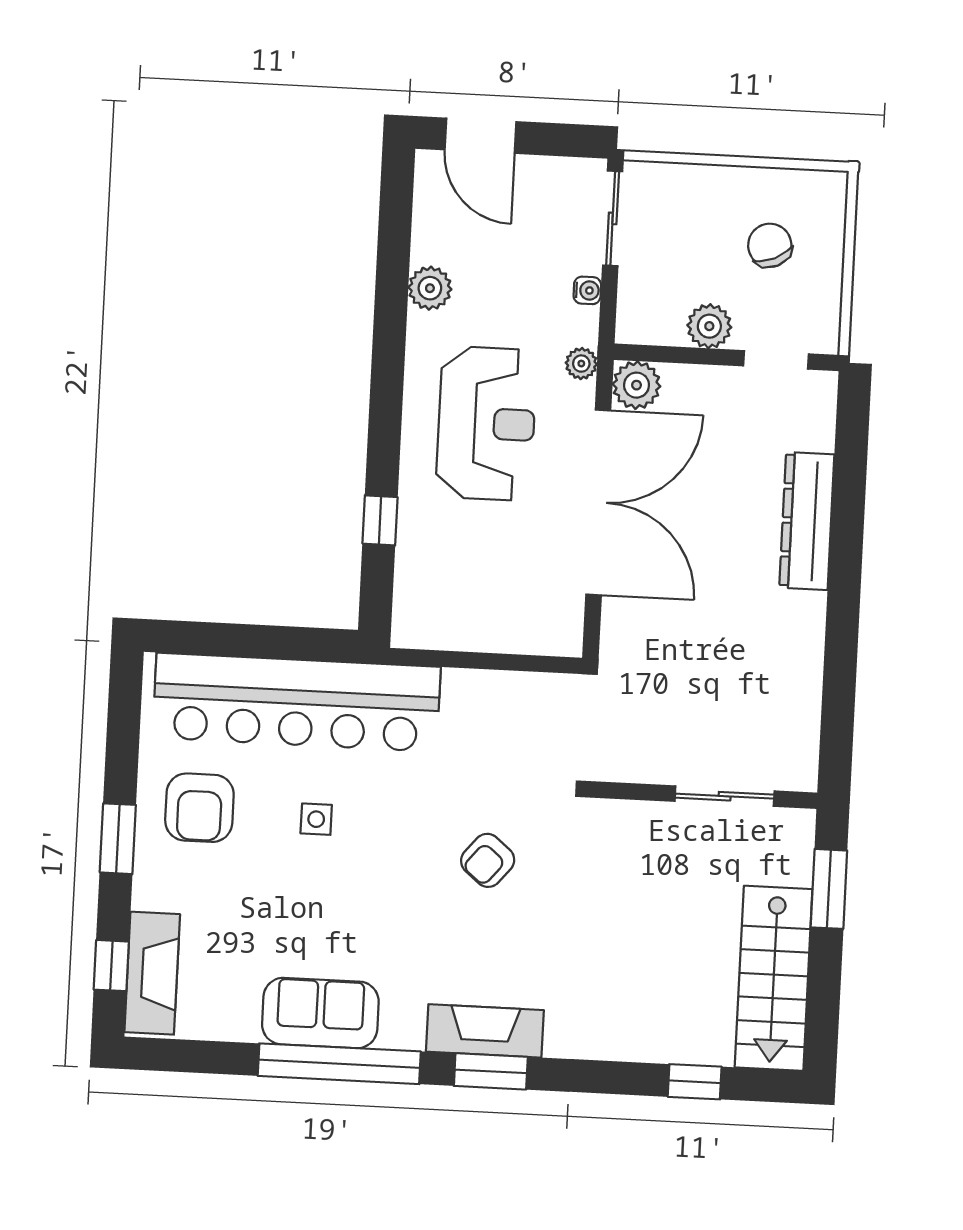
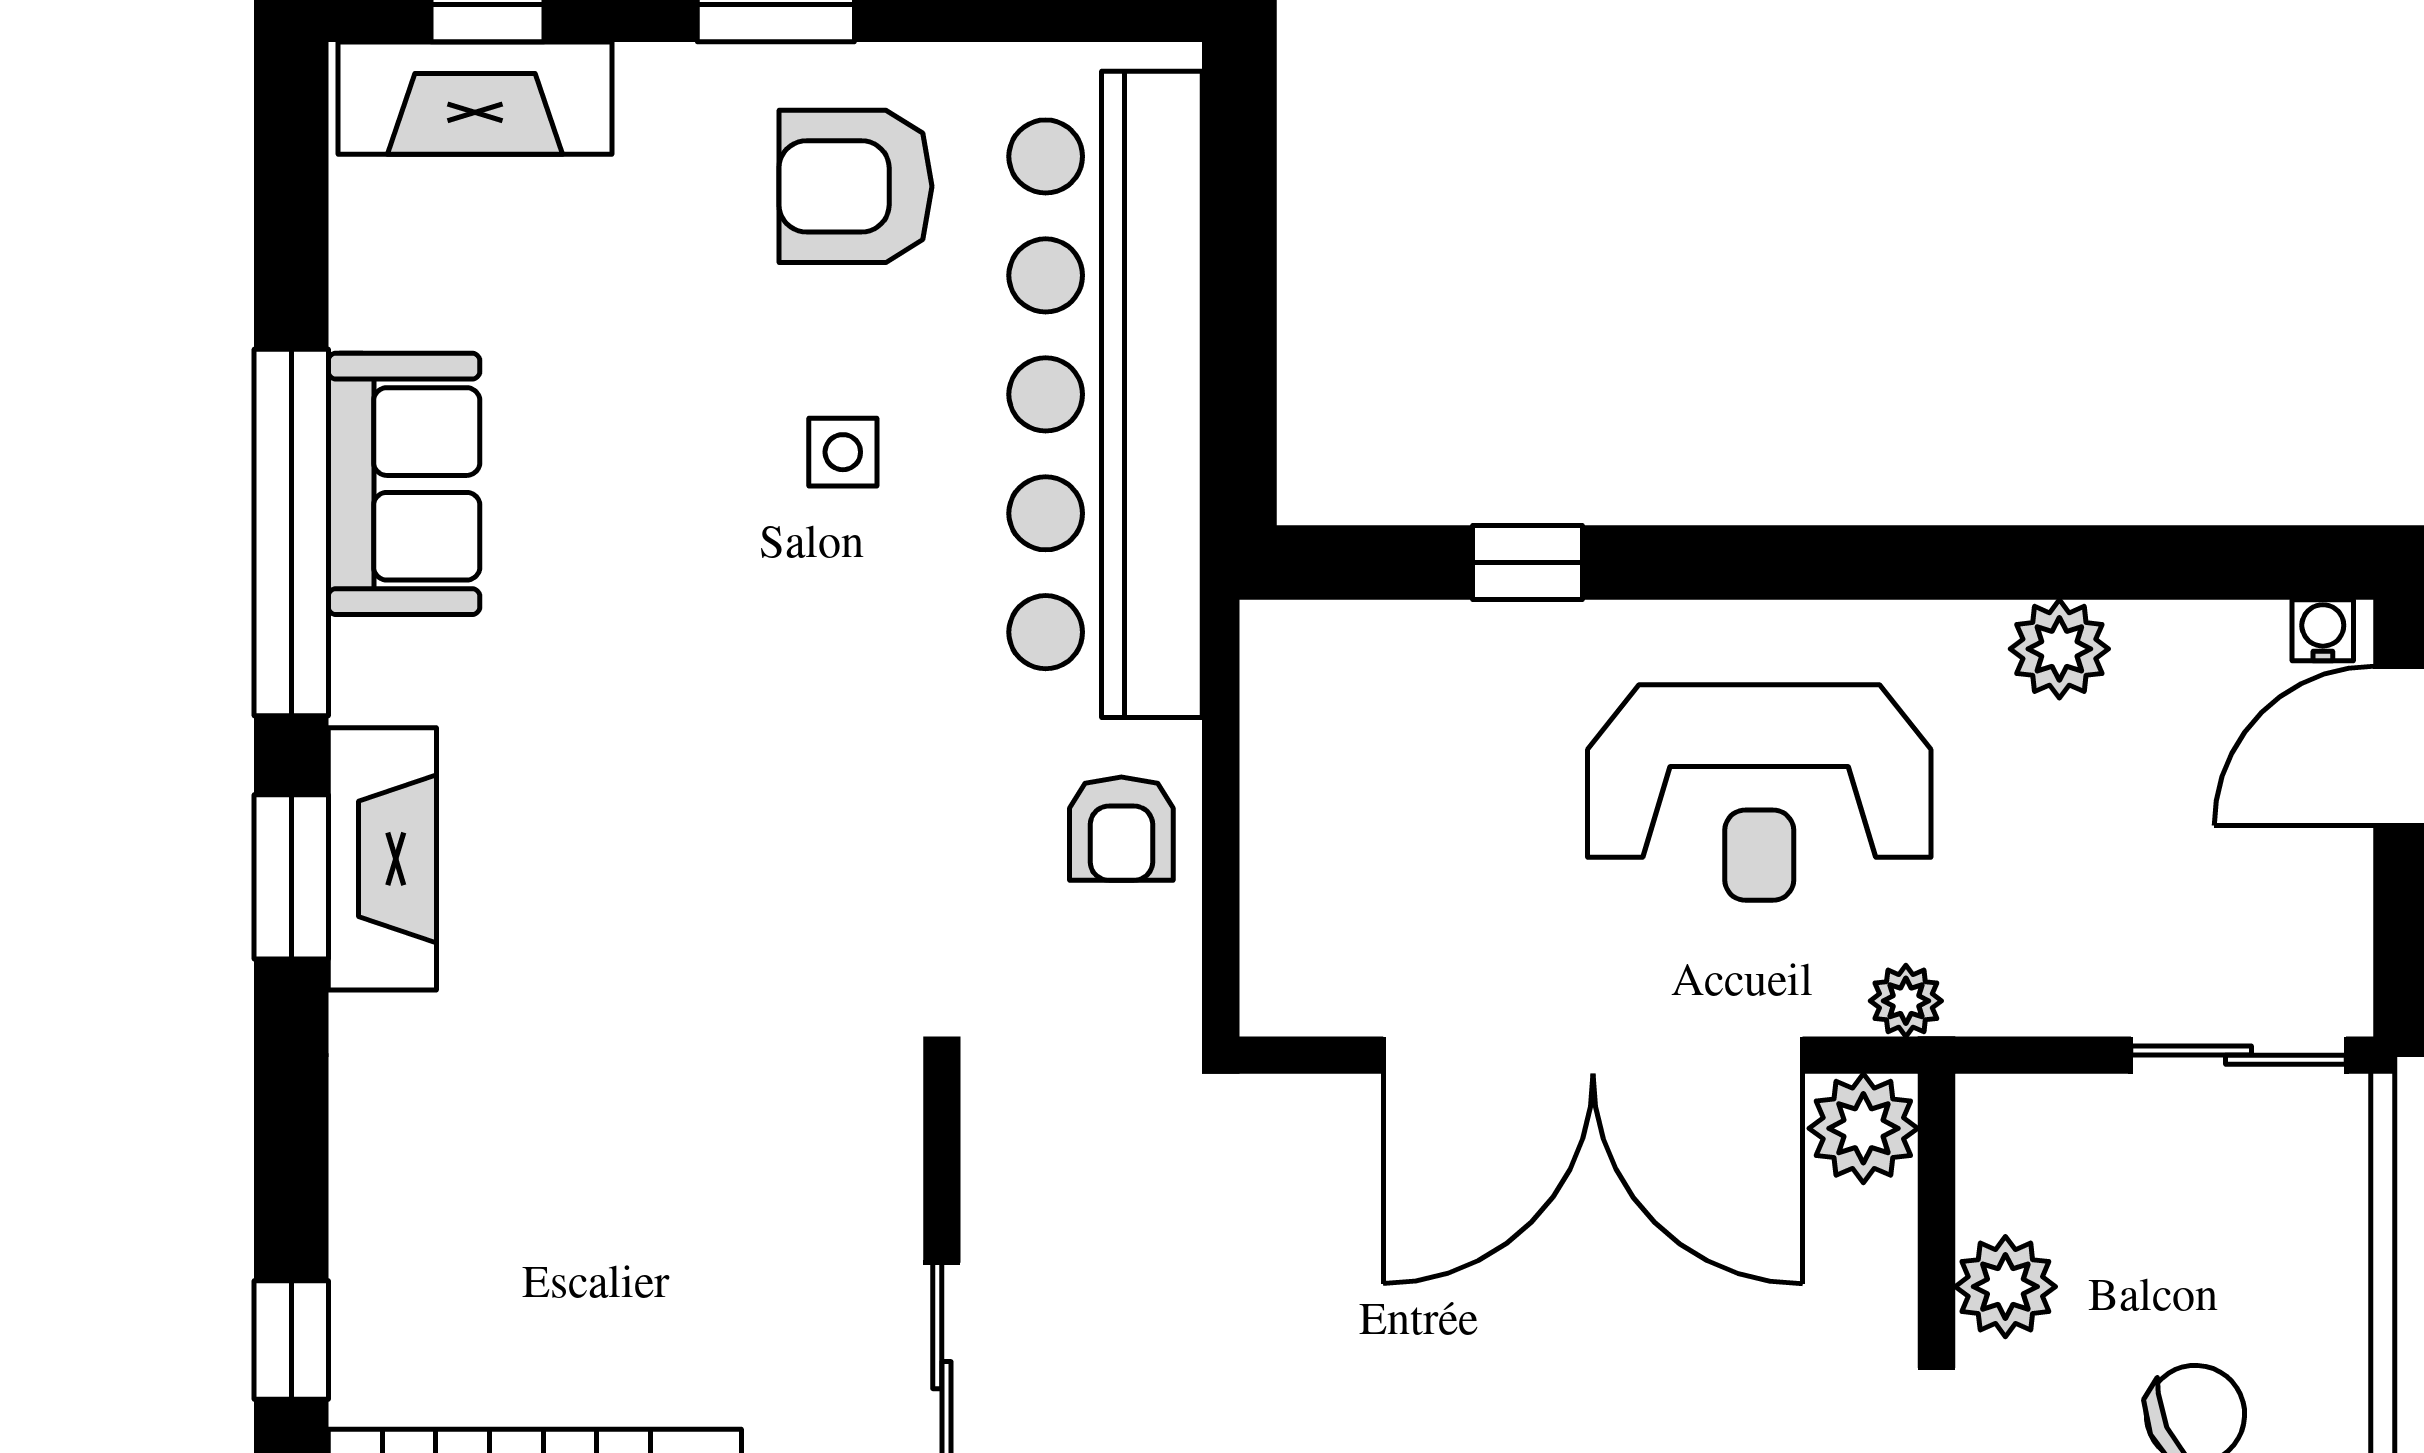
water cooler: (587, 290) -> (2323, 630), moved, turned 180
armchair: (488, 860) -> (1121, 829), moved, turned -130

